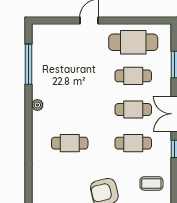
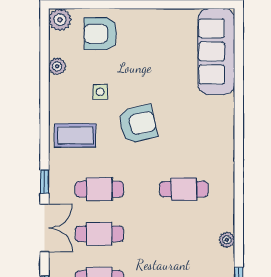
coffee table: (151, 183) -> (75, 135), width x1.36, depth x1.30

